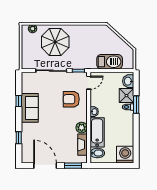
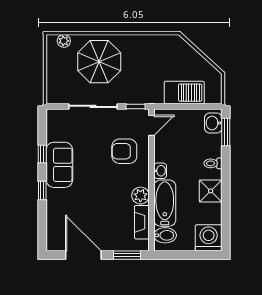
shower: (126, 96) -> (211, 191), moved
window: (136, 105) -> (226, 132), moved
window: (19, 138) -> (42, 191), moved

